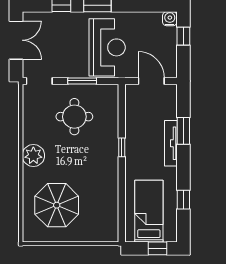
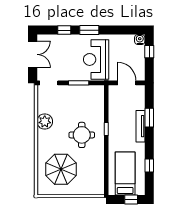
reception desk: (107, 47) -> (96, 59), turned 180
round table: (74, 117) -> (82, 135), moved
plant: (33, 156) -> (45, 122), moved

